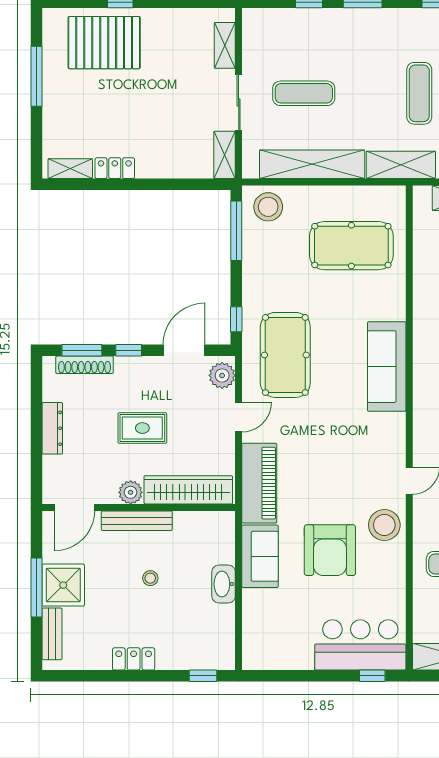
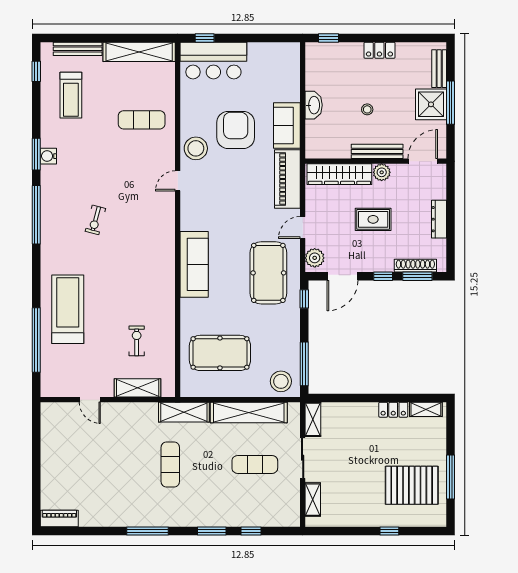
pallet: (104, 43) -> (412, 485), moved

